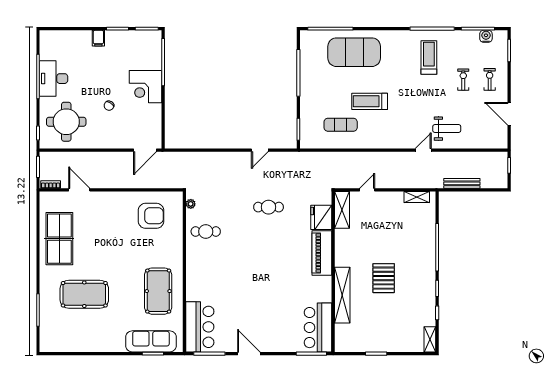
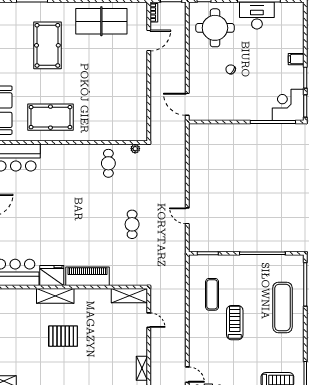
exercise mat: (354, 52) -> (282, 307), width x0.68
corner desk: (145, 87) -> (288, 105), moved
armchair: (151, 216) -> (124, 110), removed
fridge: (321, 217) -> (52, 275), moved
shelving: (342, 295) -> (55, 296), width x0.68

